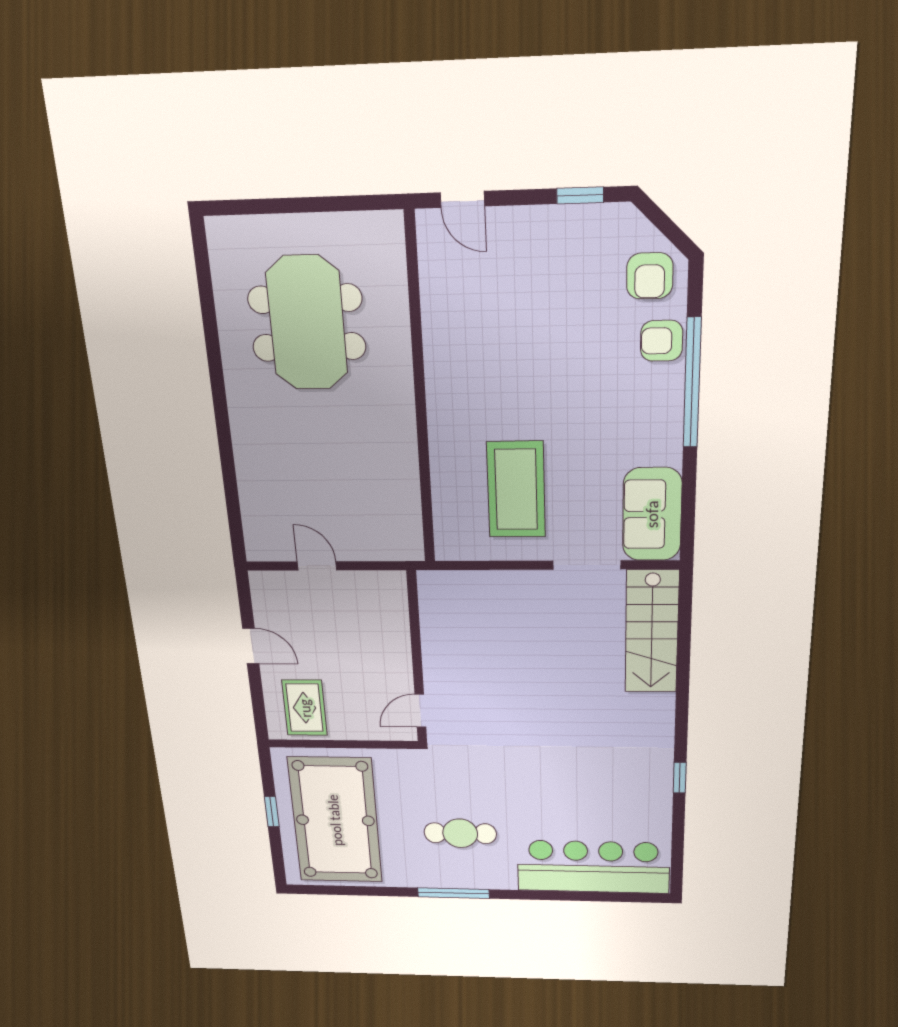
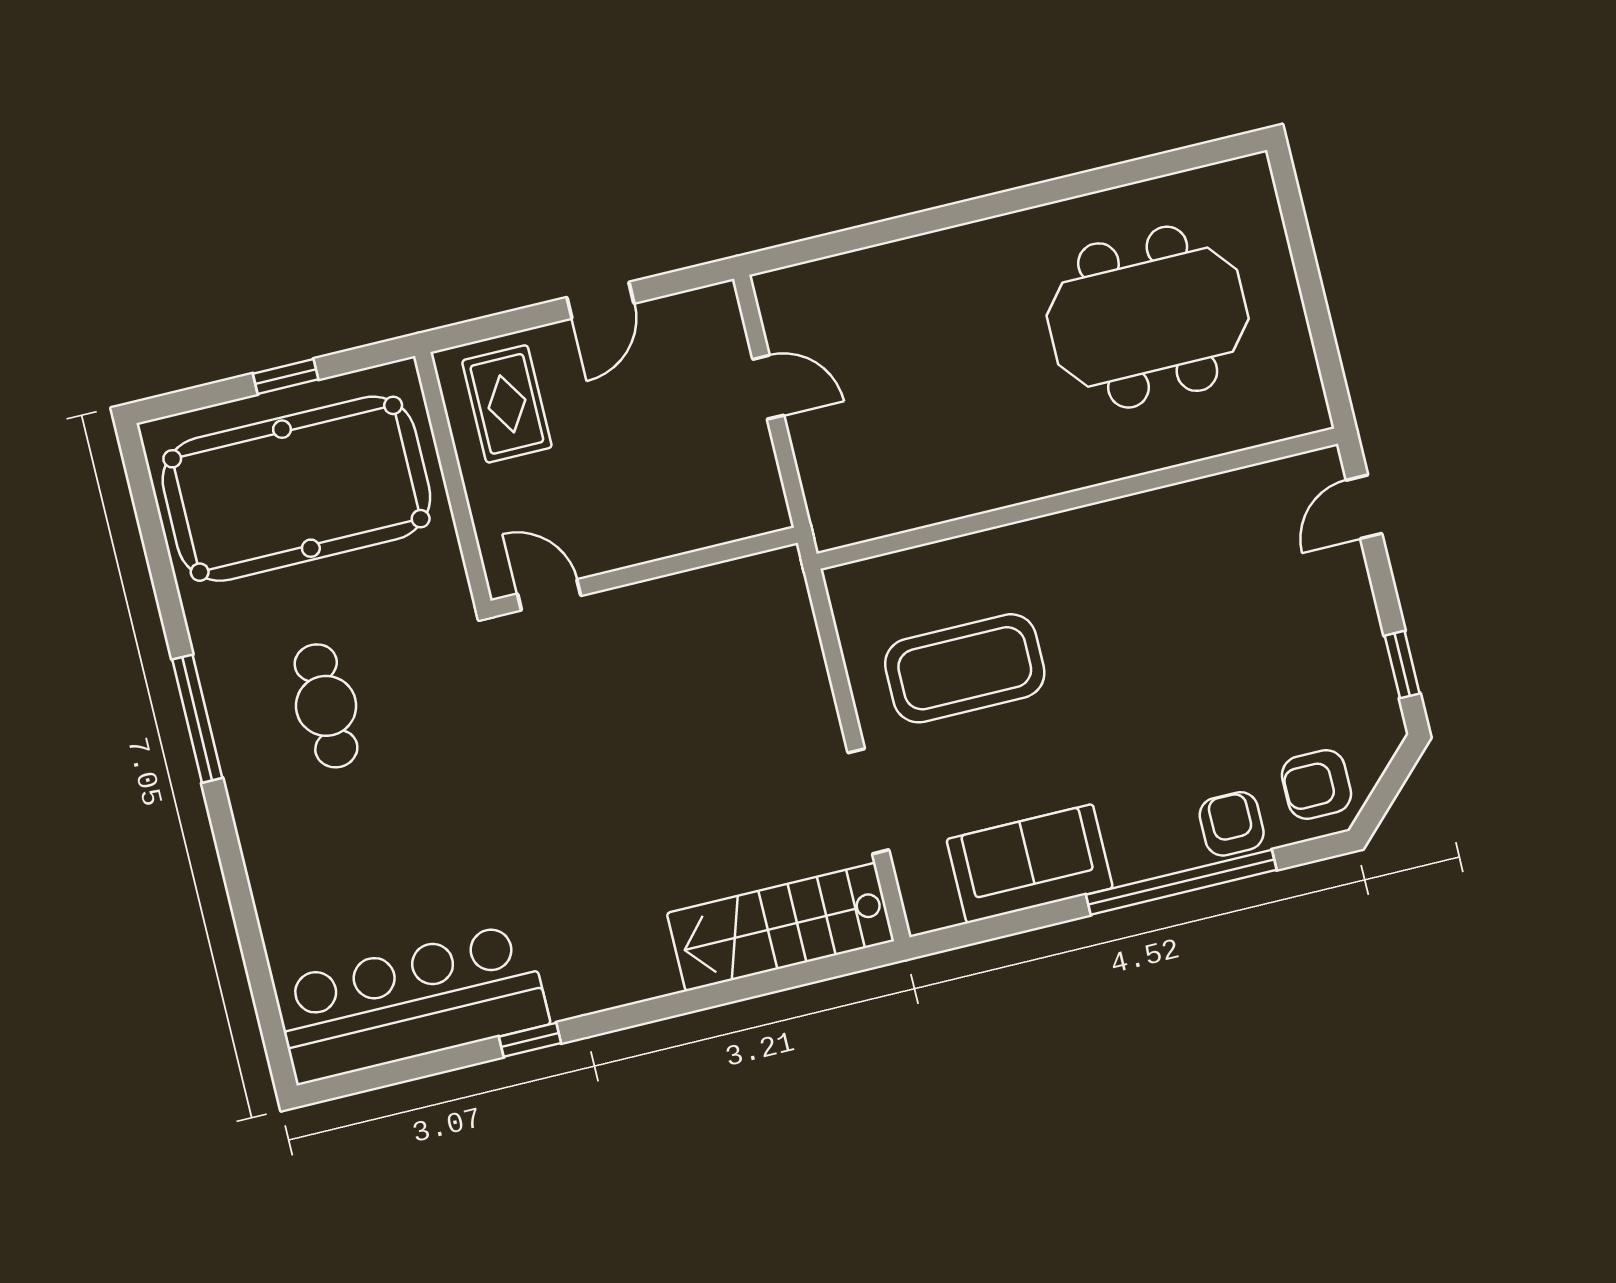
sofa: (652, 514) -> (1030, 864), moved
door: (317, 566) -> (768, 387), hinge flipped
rug: (305, 708) -> (507, 404), turned 90
bar counter: (593, 867) -> (411, 1003), moved, turned -90

